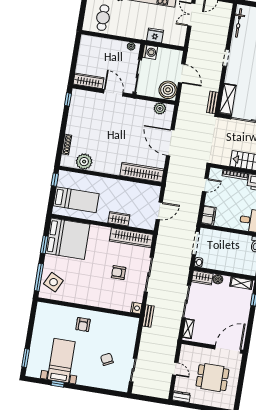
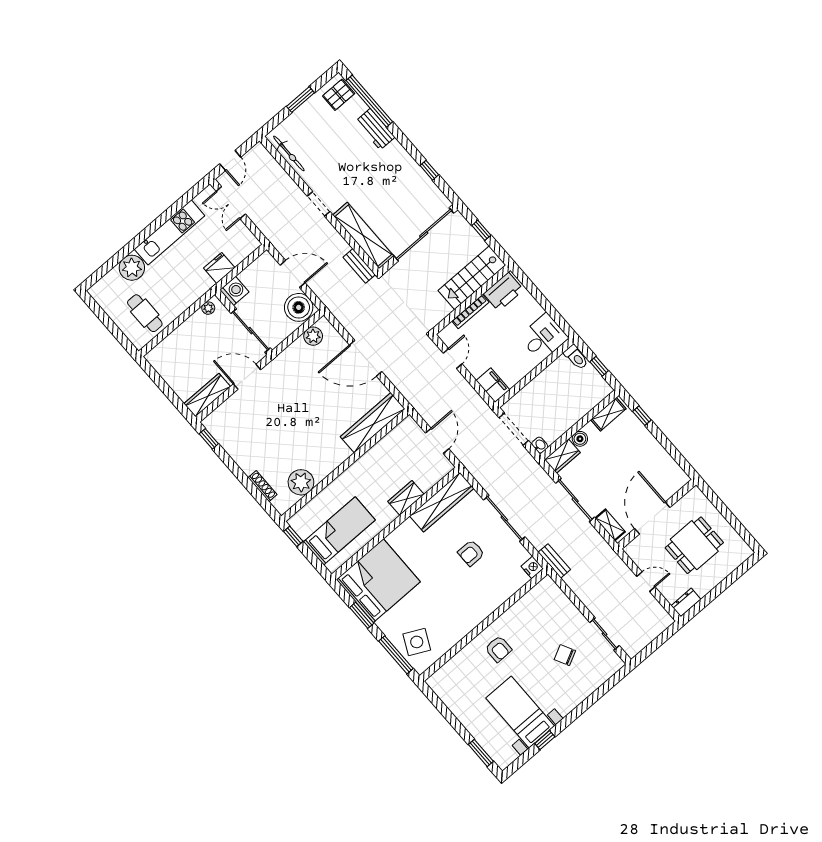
shelving: (228, 99) -> (363, 235), width x1.47
door: (228, 349) -> (652, 518), moved

